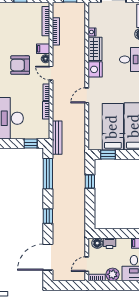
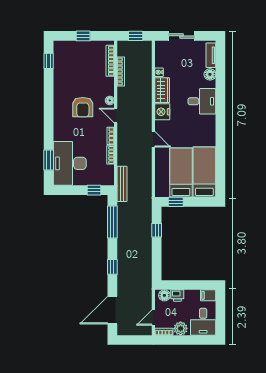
filing cabinet: (43, 49) -> (107, 90), removed
armchair: (20, 65) -> (83, 107), turned -90
door: (87, 95) -> (153, 139), swing flipped

